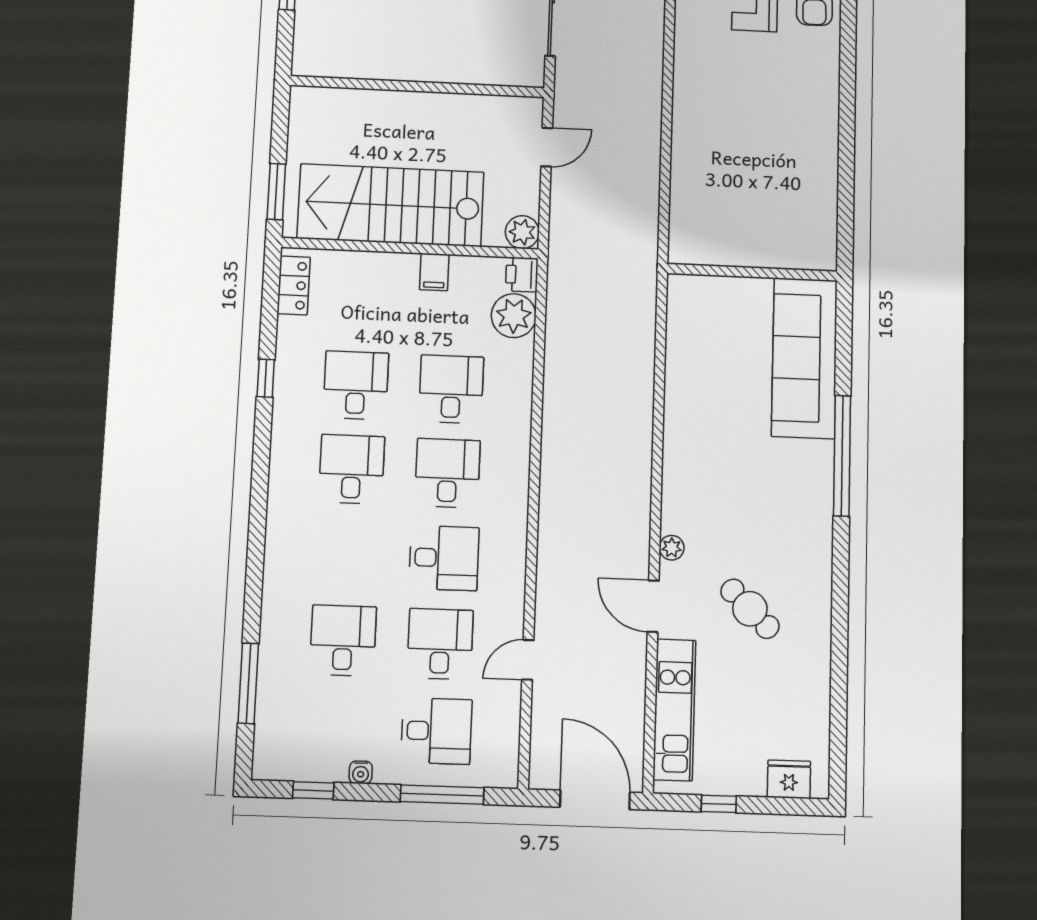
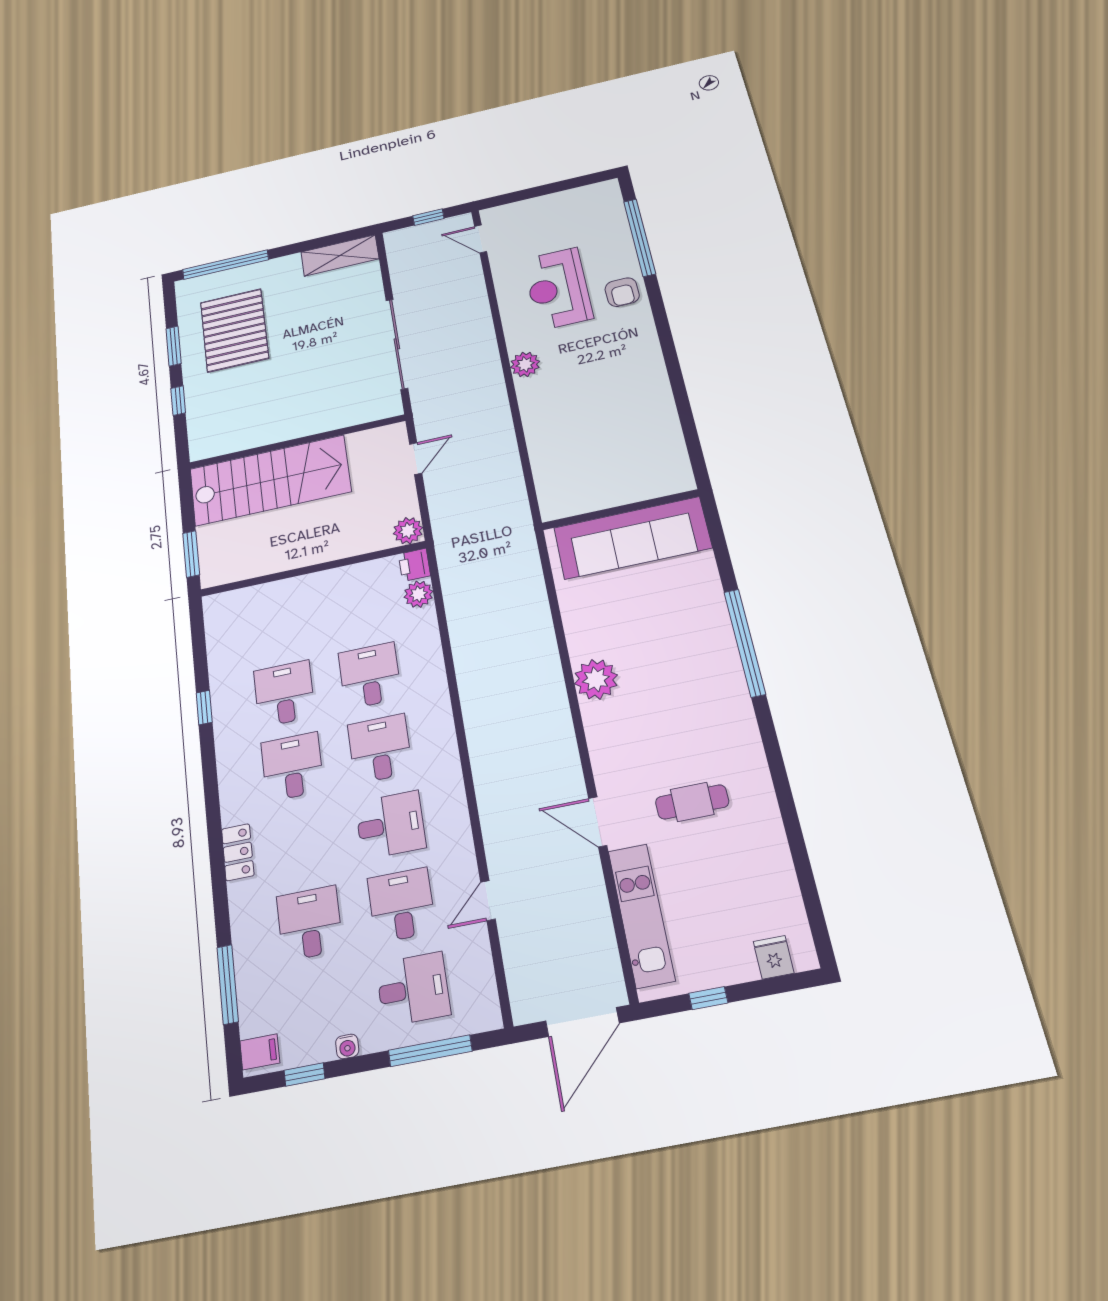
plant: (690, 66) -> (525, 364), added
stairs: (391, 205) -> (270, 480), moved, turned 180
filing cabinet: (434, 272) -> (260, 1052), moved, turned -90
locker: (294, 285) -> (238, 852), moved
plant: (514, 316) -> (418, 594), width x0.73, depth x0.73
sofa: (804, 358) -> (632, 538), moved, turned -90
plant: (672, 548) -> (596, 679), moved, width x1.87, depth x1.87
cafe table: (750, 609) -> (692, 802), turned -44
fridge: (789, 779) -> (774, 957), width x0.72
door: (595, 800) -> (582, 1022), swing flipped

